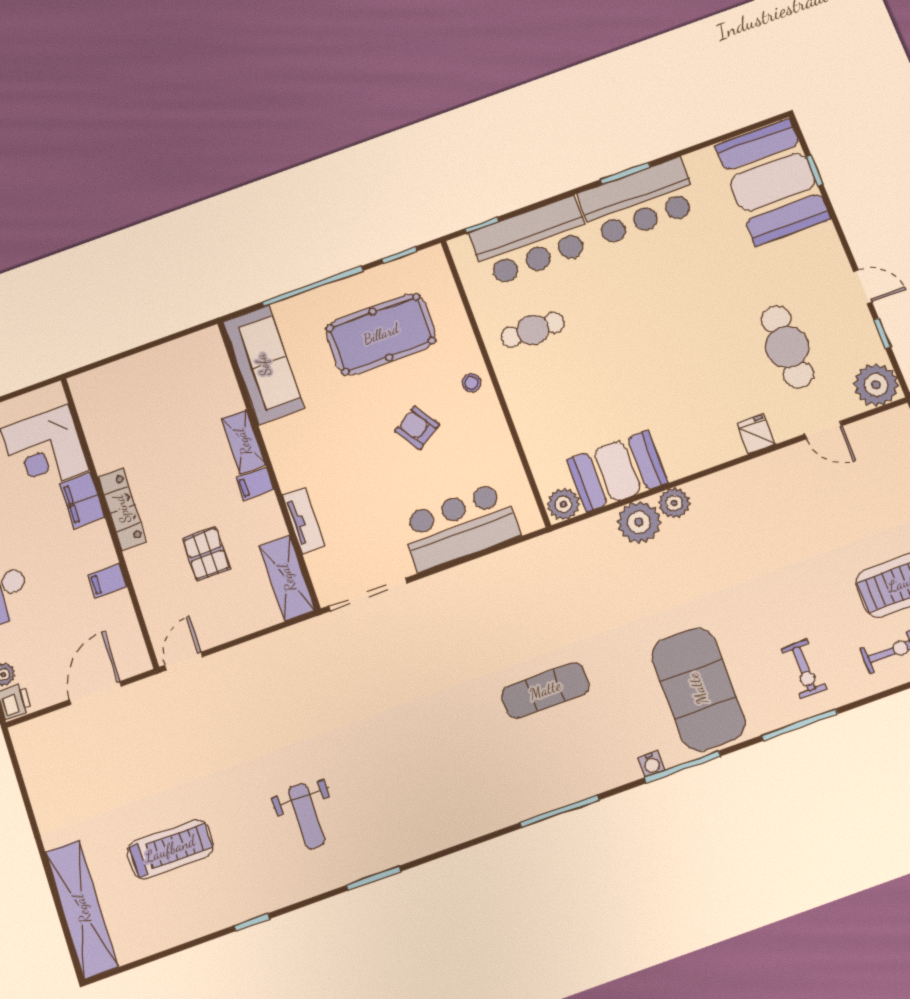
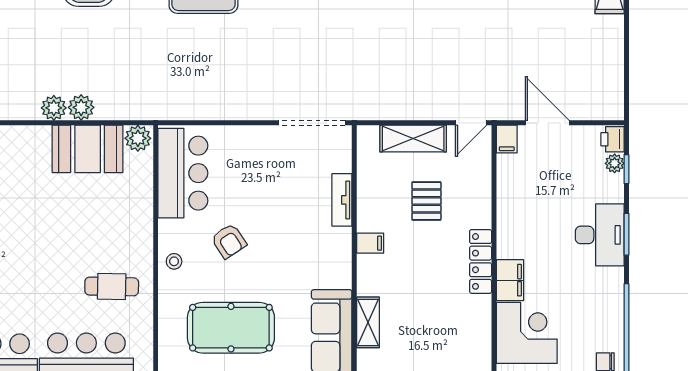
shelving: (243, 442) -> (368, 322), moved
plant: (639, 522) -> (81, 107), width x0.73, depth x0.73
bar counter: (460, 527) -> (183, 173), moved, turned -90
shelving: (287, 578) -> (413, 138), moved, turned 90
filing cabinet: (108, 581) -> (507, 139), moved, turned 90
door: (96, 693) -> (547, 123), swing flipped

